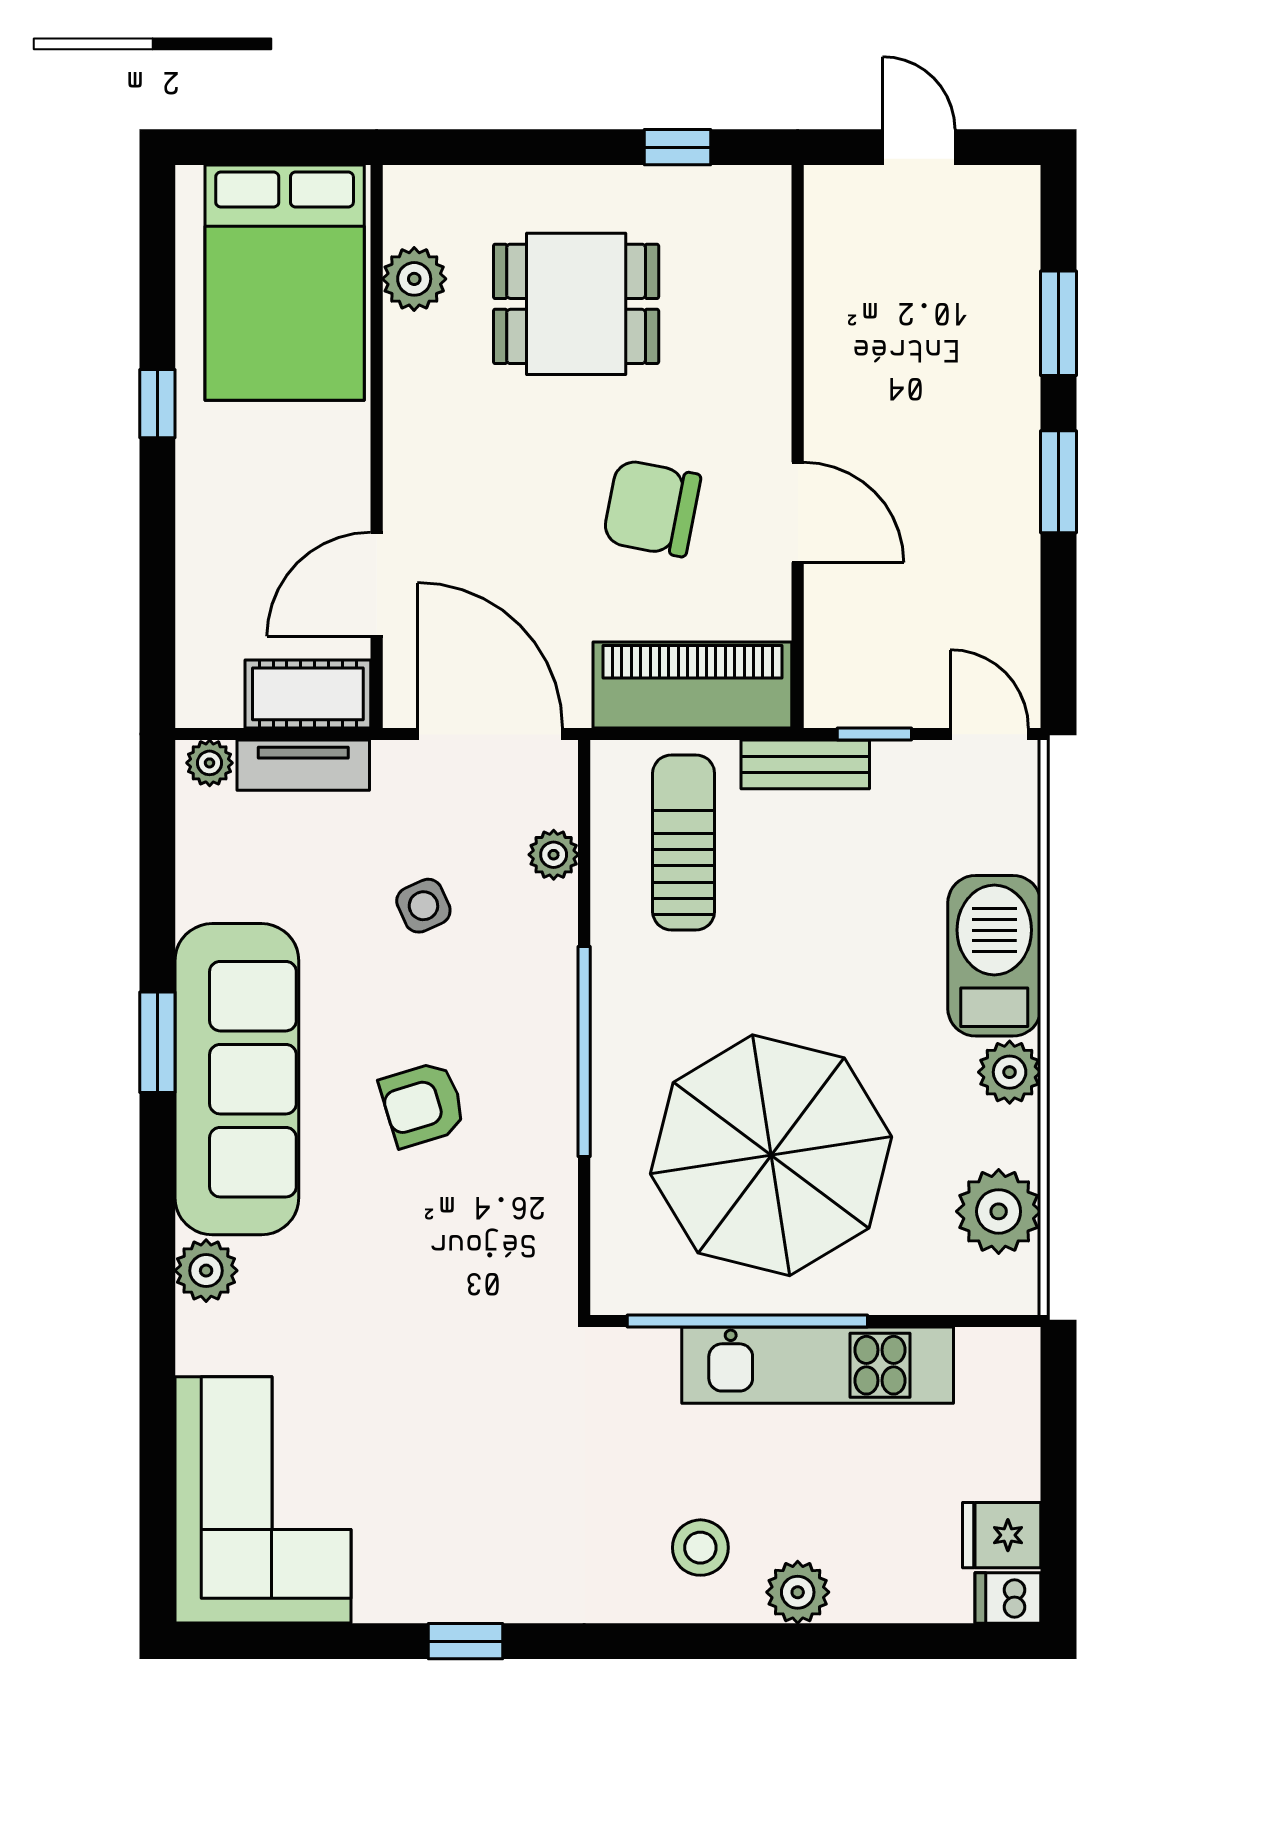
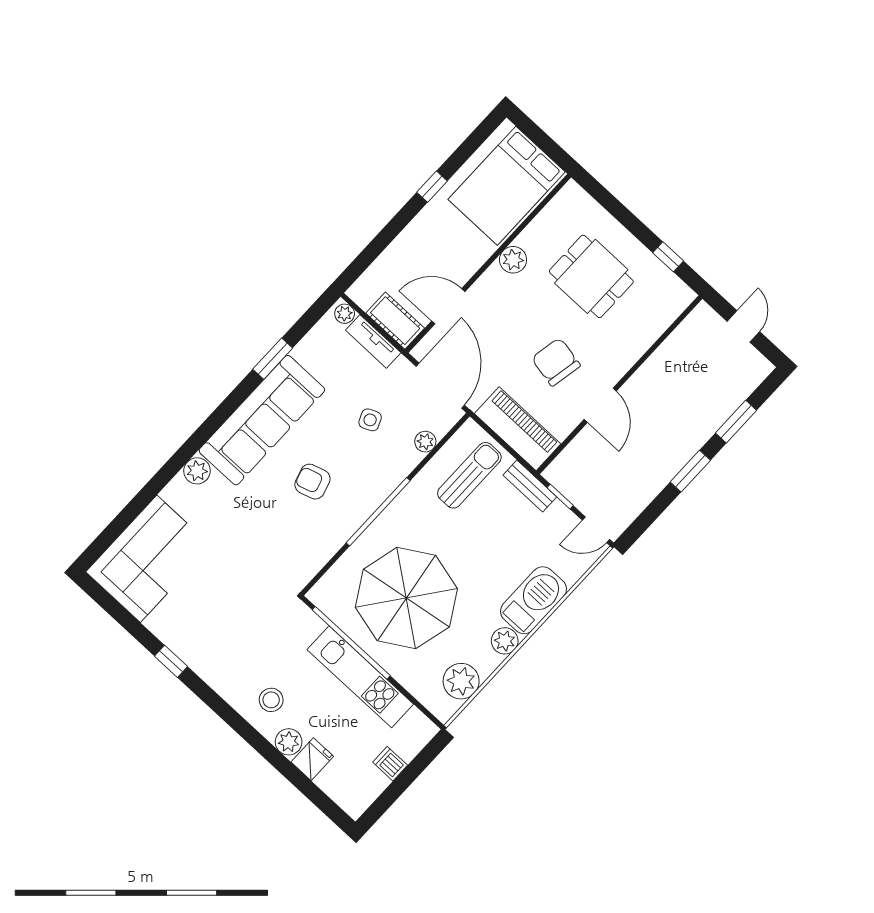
plant: (414, 279) -> (513, 260), moved
door: (989, 734) -> (596, 530), swing flipped
window: (157, 1042) -> (273, 359), moved
fridge: (1002, 1535) -> (312, 759), moved, turned 90
dishwasher: (1008, 1598) -> (390, 764), moved

